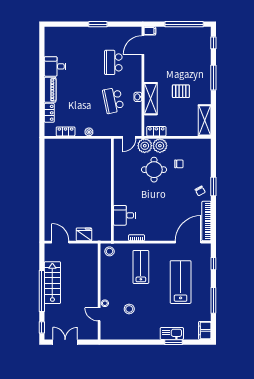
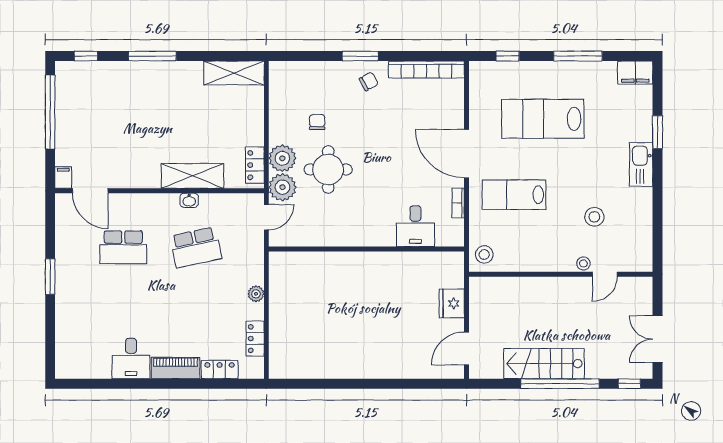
pallet: (181, 91) -> (178, 118), removed
door: (129, 137) -> (266, 217), hinge flipped
door: (188, 242) -> (467, 154), moved
kitchen sink: (172, 333) -> (641, 164), moved

